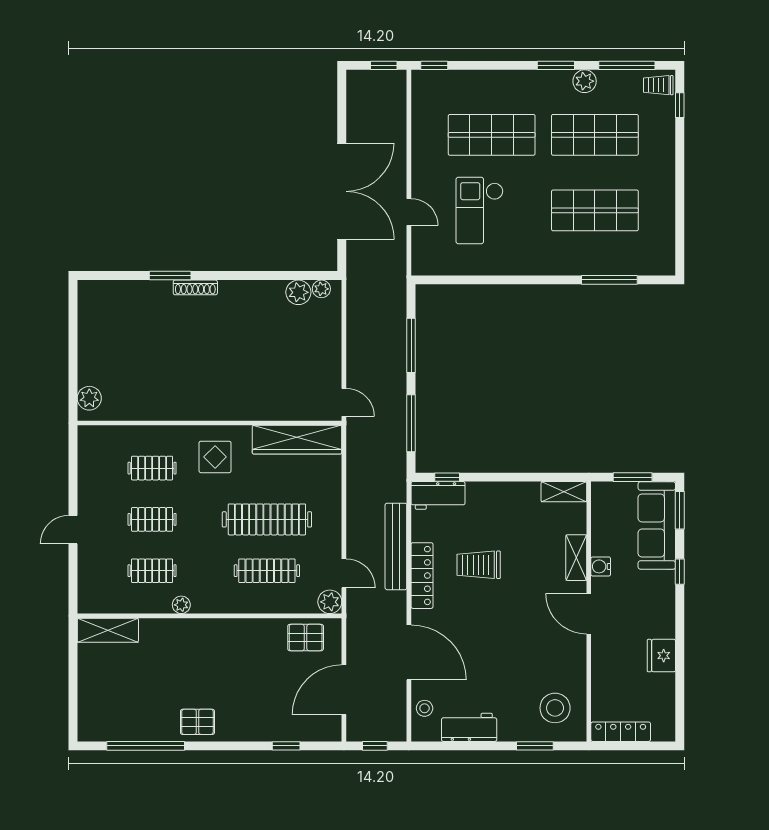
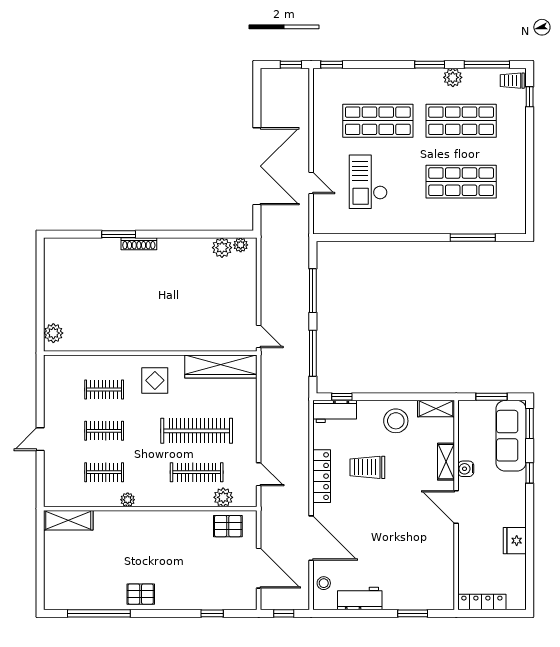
bench: (396, 546) -> (301, 453), removed
plant: (330, 602) -> (223, 497), moved
door: (344, 690) -> (259, 568), swing flipped
stool: (555, 708) -> (396, 421), moved

